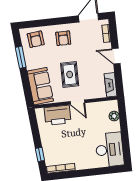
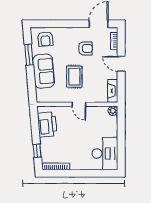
armchair: (63, 38) -> (85, 48), moved, turned -90
sofa: (40, 86) -> (44, 71), moved
printer: (58, 115) -> (47, 124), moved, turned -95
plant: (114, 116) -> (113, 111), moved

